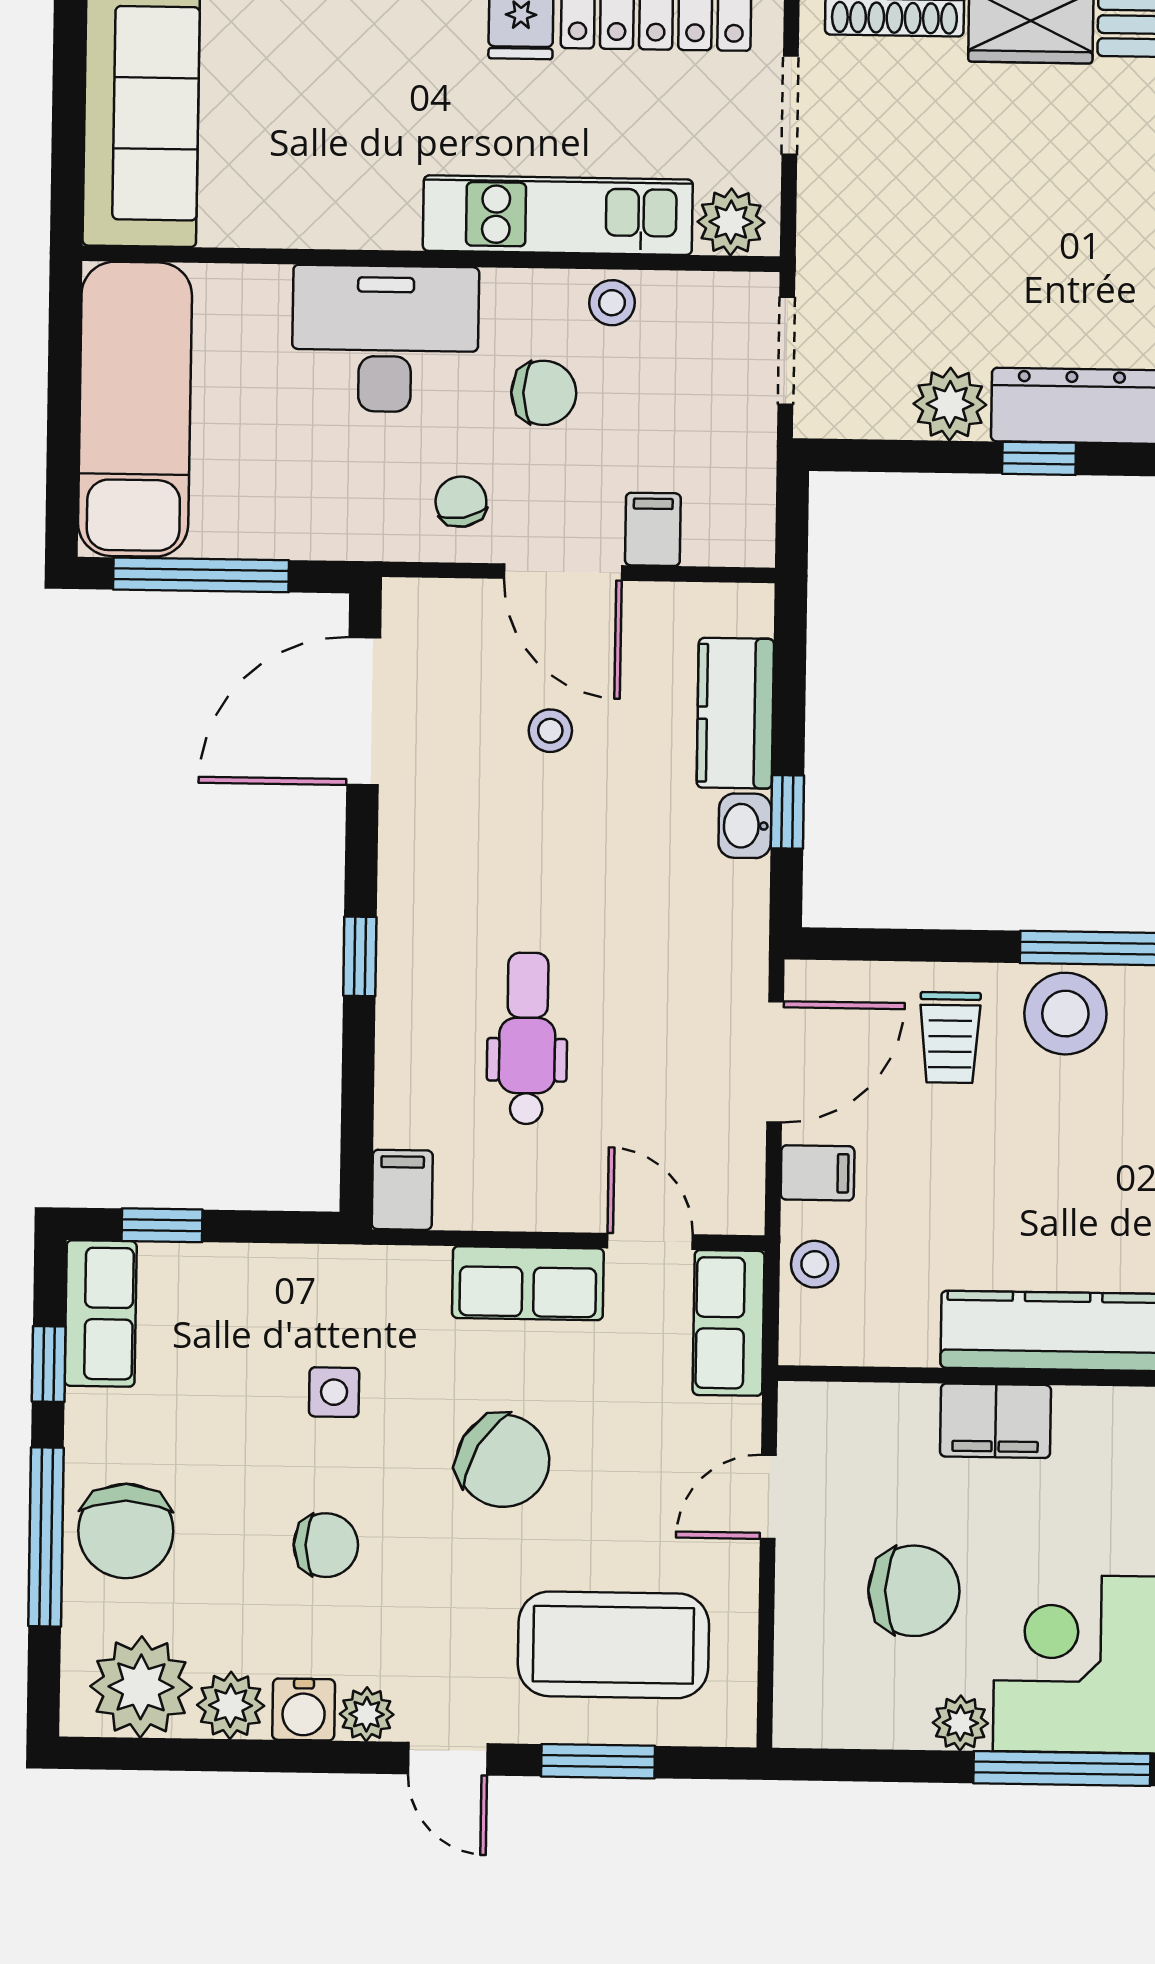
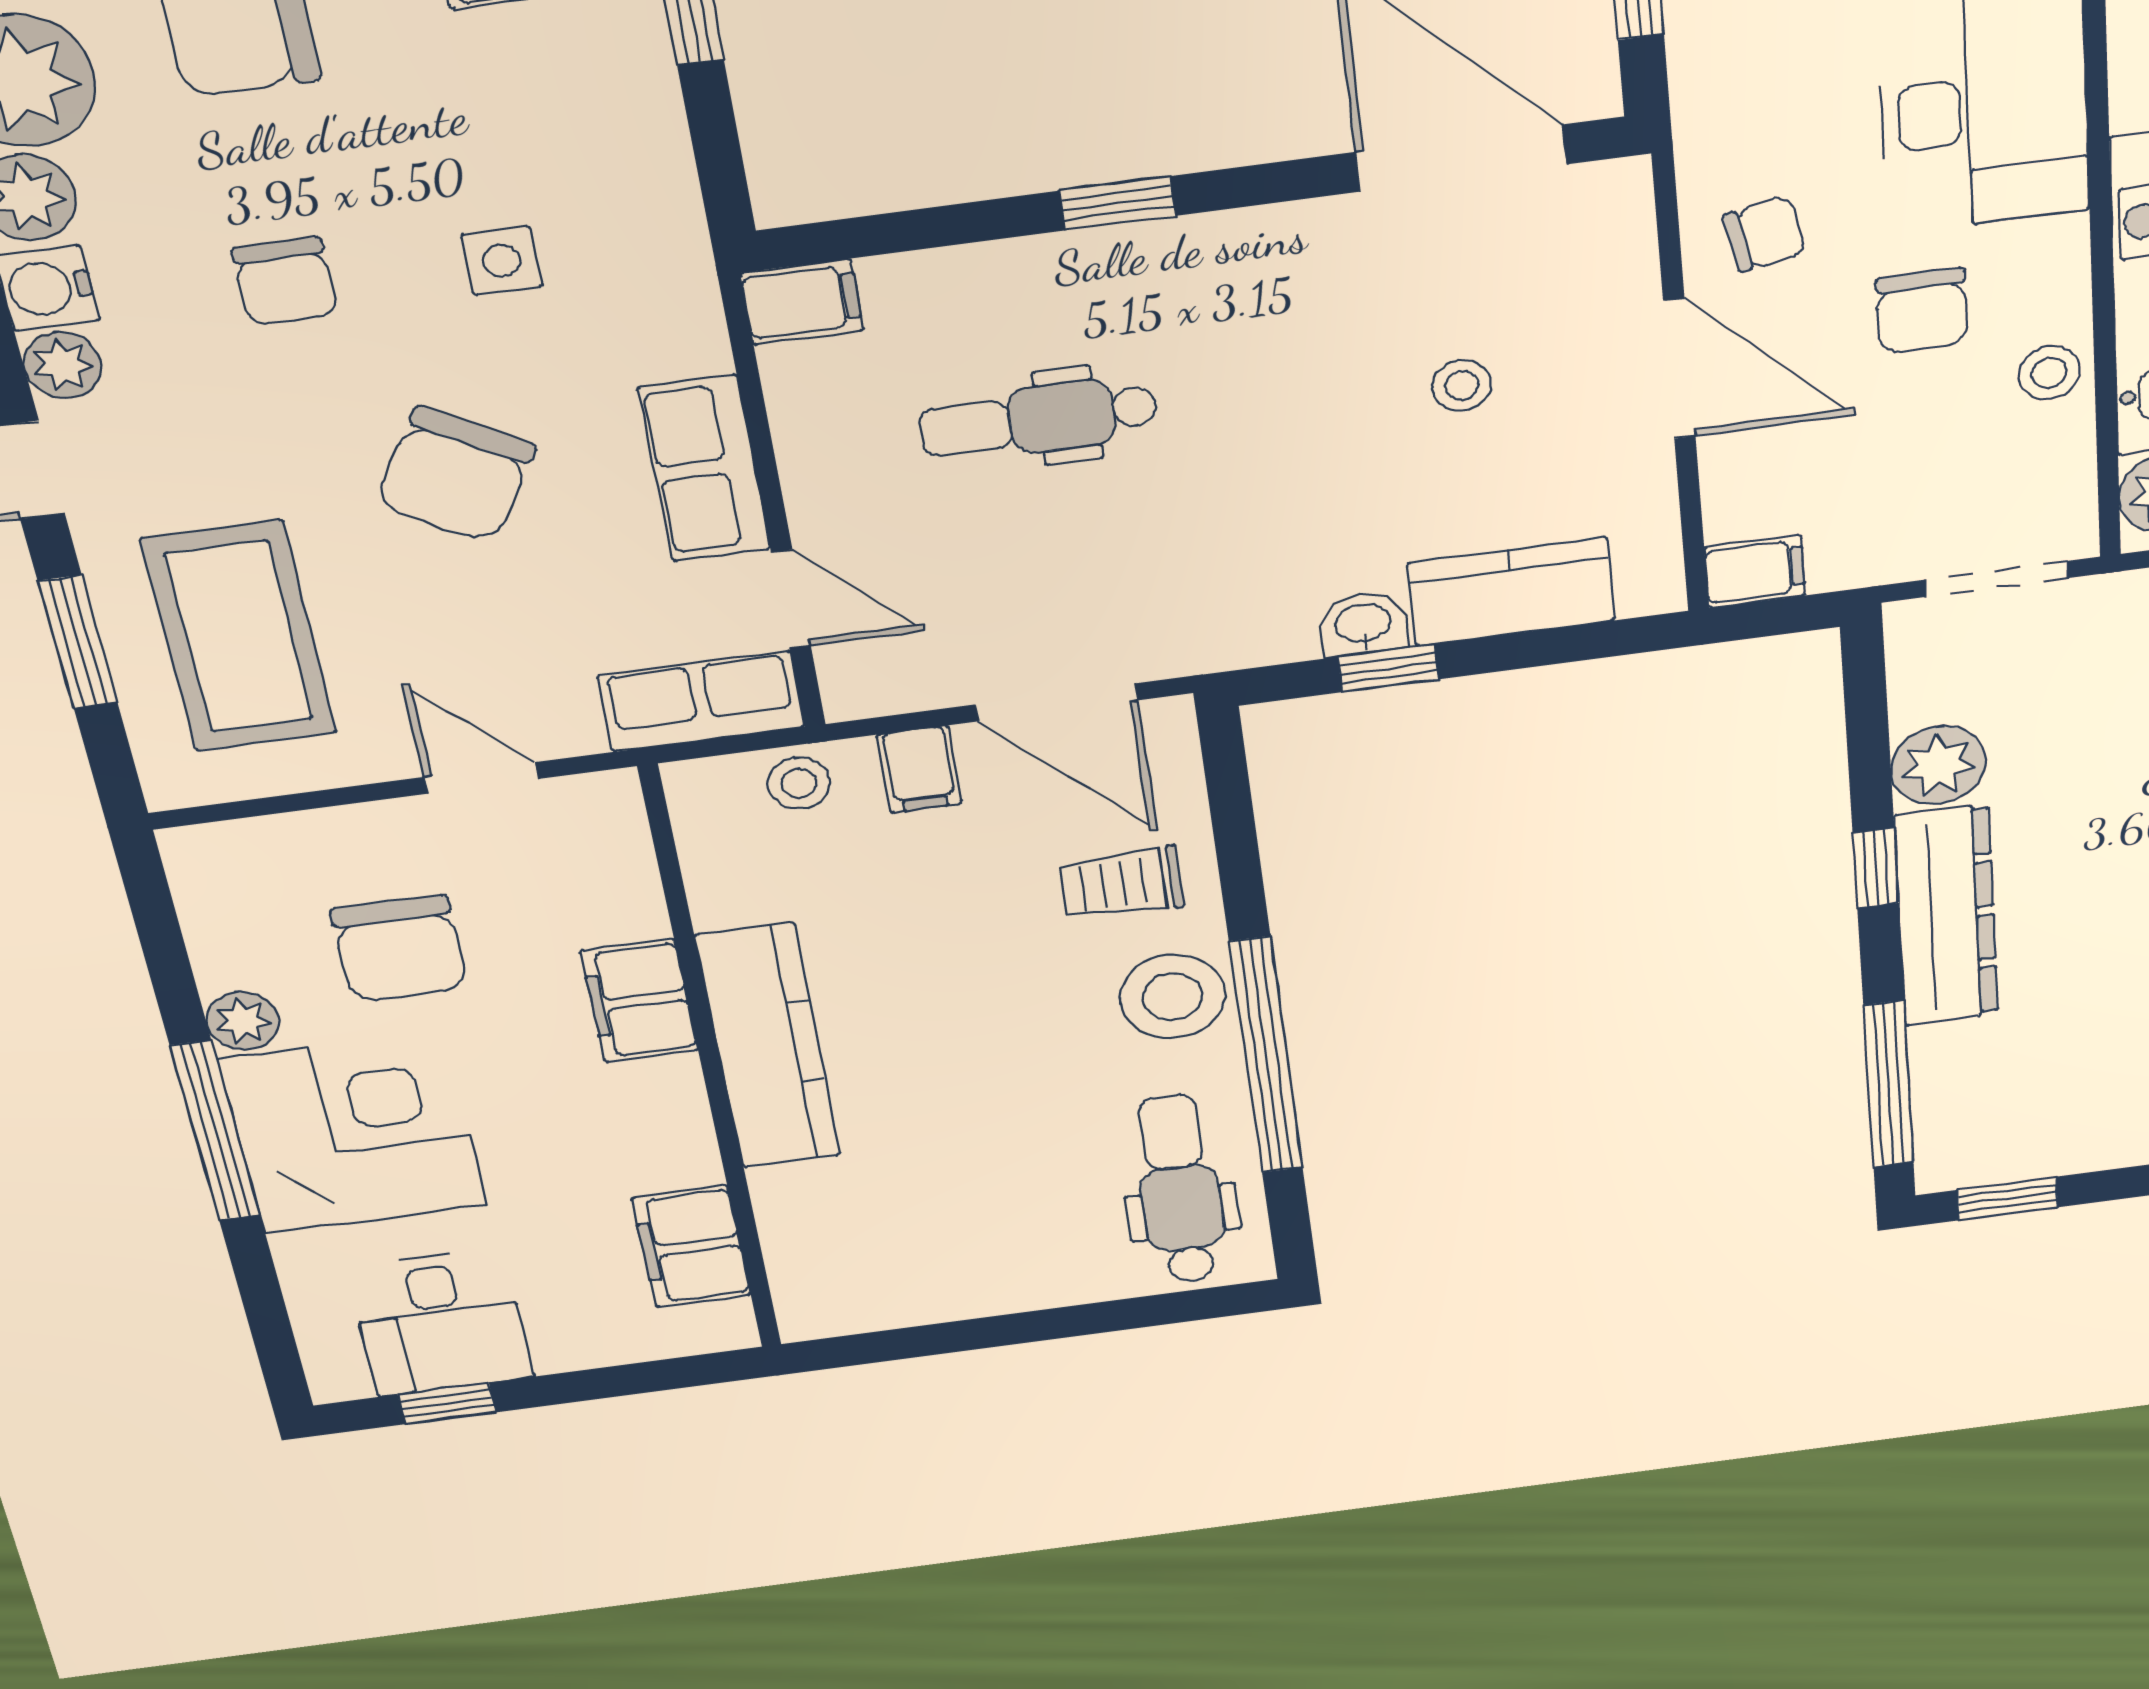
filing cabinet: (653, 529) -> (1755, 571), moved
door: (563, 572) -> (1679, 369), swing flipped
dental chair: (527, 1038) -> (1038, 419), turned 180
door: (650, 1241) -> (791, 599), hinge flipped

